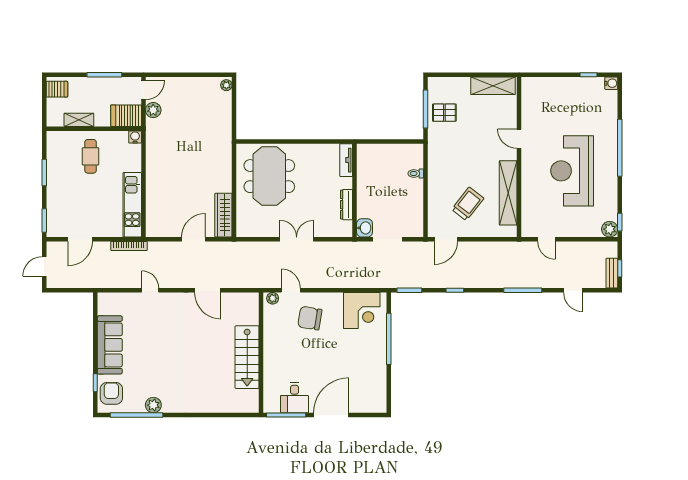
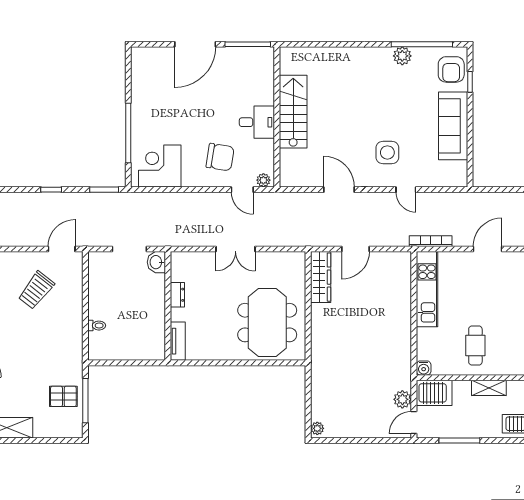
dresser: (347, 205) -> (177, 295), width x0.70
side table: (166, 322) -> (387, 152), added
desk: (294, 398) -> (257, 122), moved, turned 90

